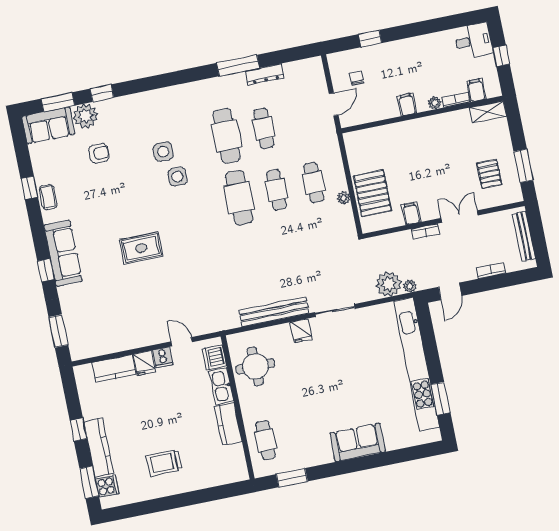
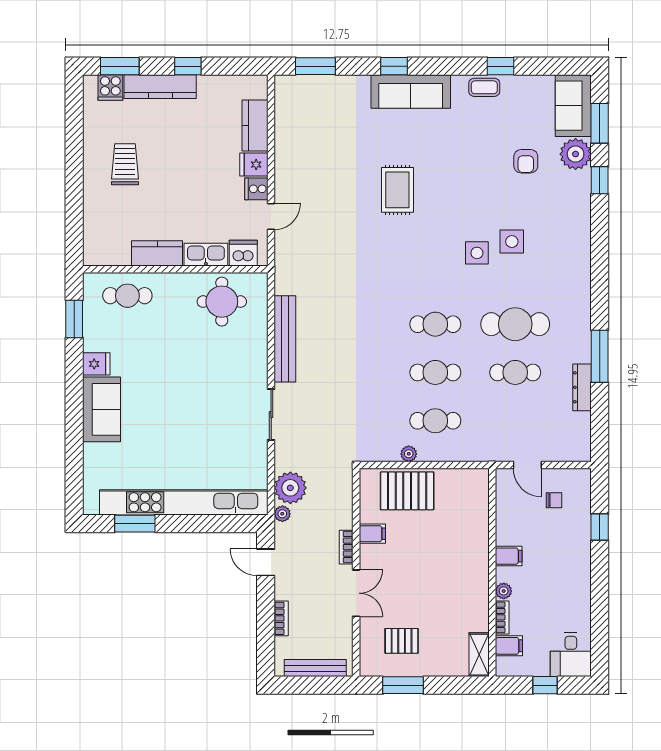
cafe table: (239, 198) -> (435, 324), width x0.73, depth x0.74
fridge: (301, 331) -> (96, 364), moved, turned 180

